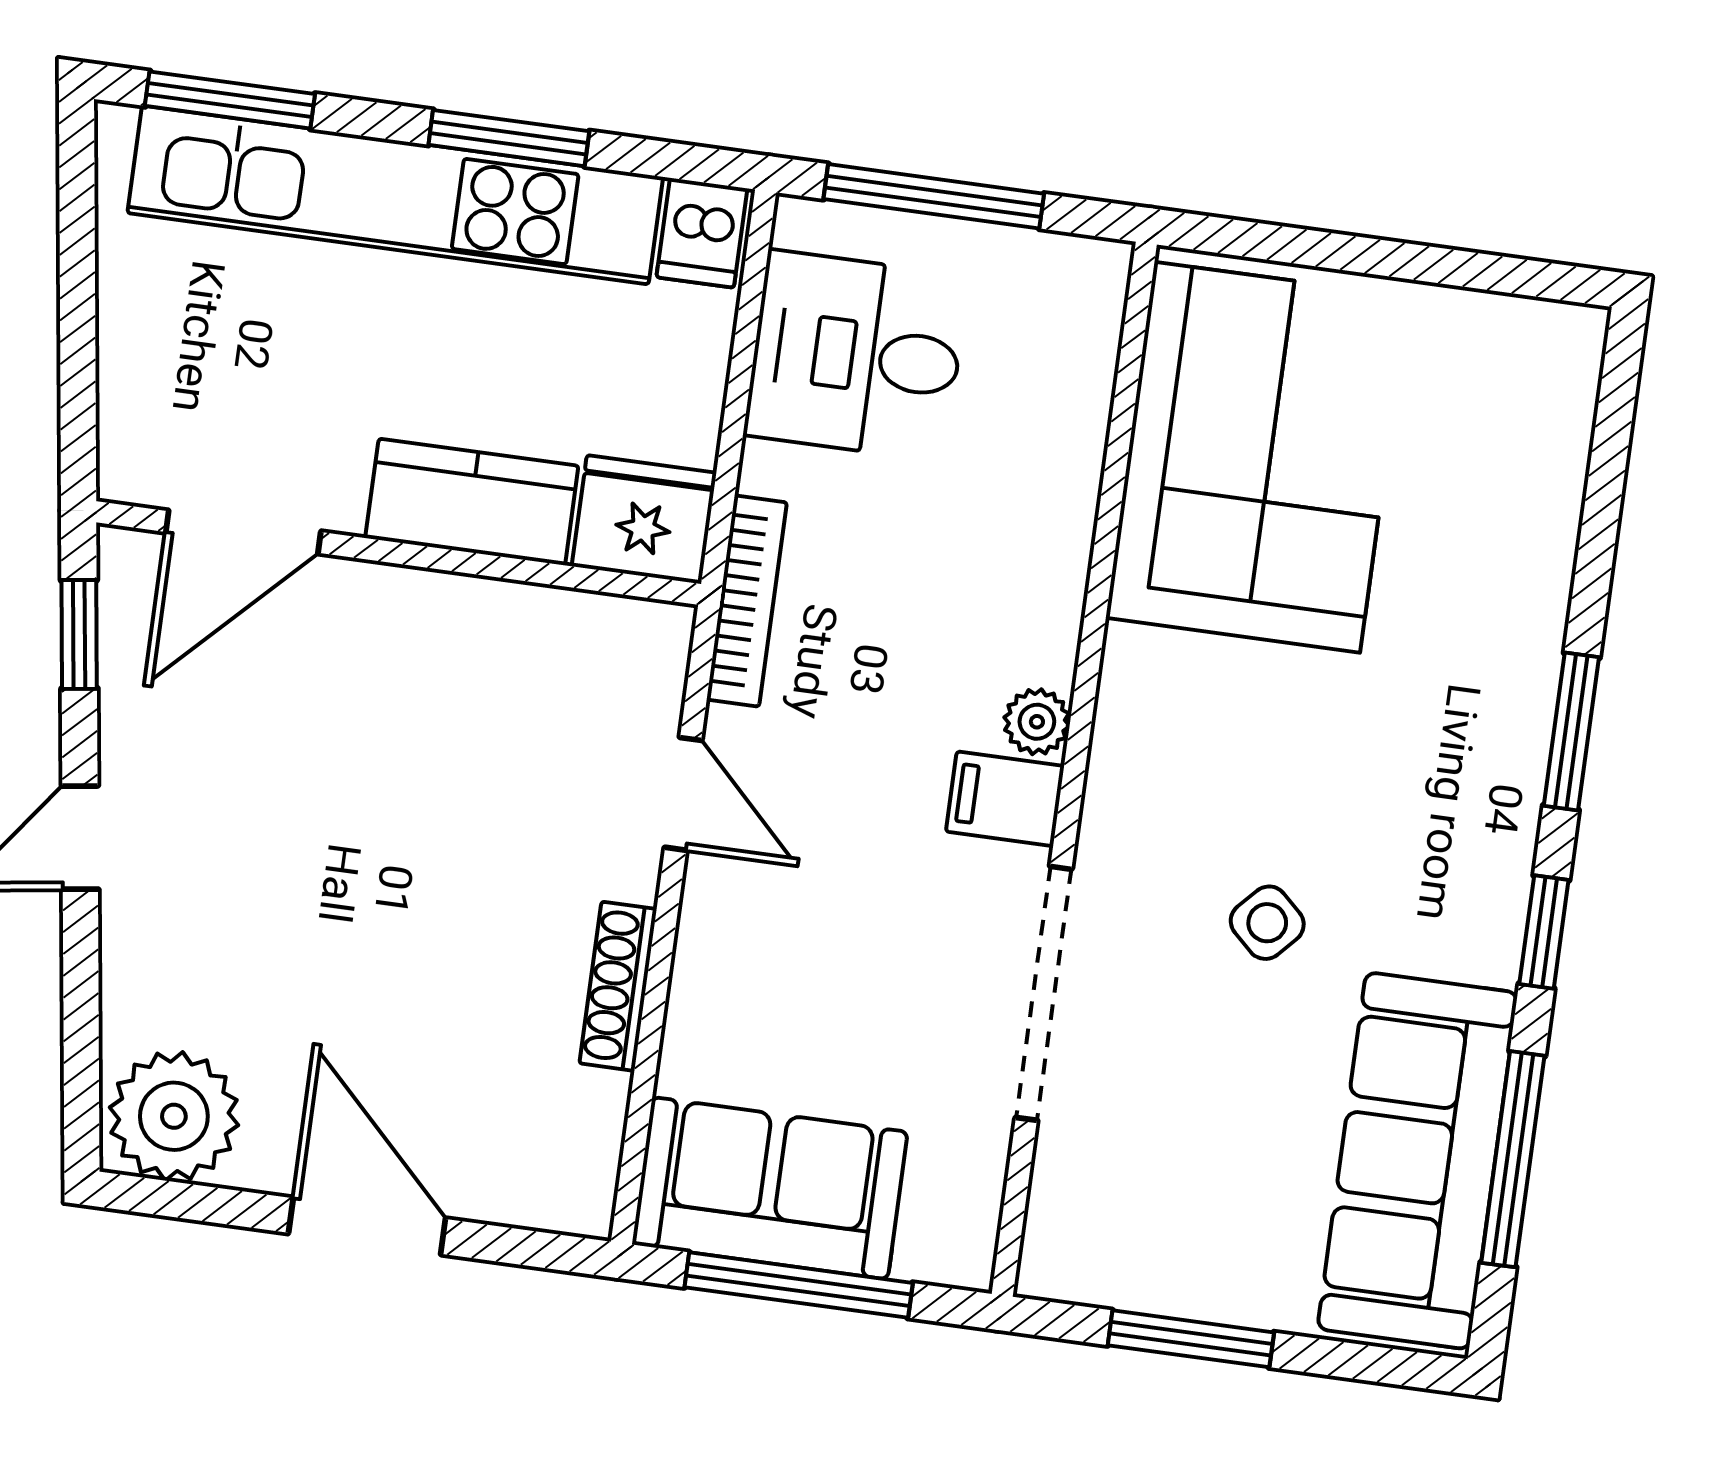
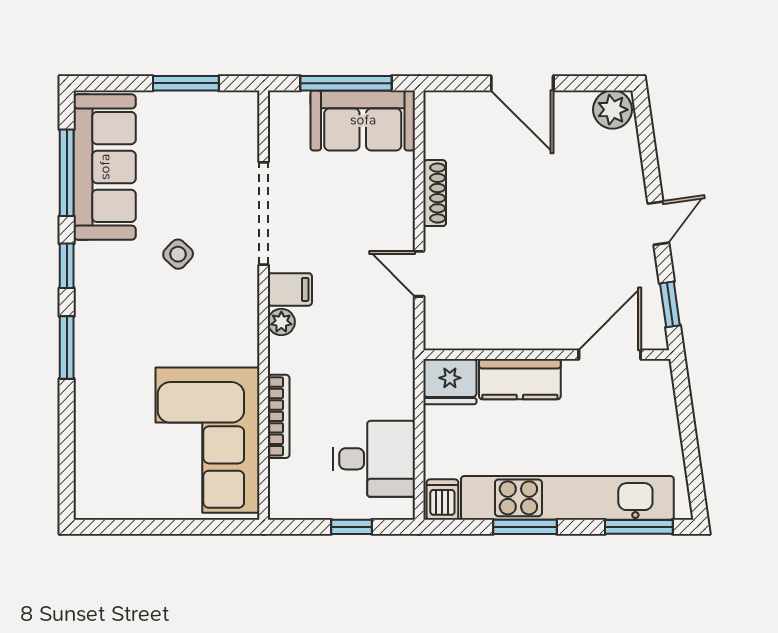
window: (934, 196) -> (351, 527), width x0.46
bookcase: (747, 601) -> (279, 416), moved, turned 180
plant: (174, 1116) -> (613, 110), width x0.73, depth x0.73

